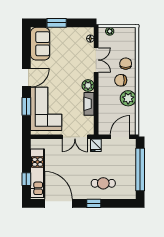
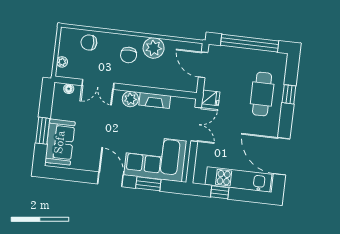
sofa: (40, 44) -> (60, 142), moved, turned 90
double door: (96, 60) -> (98, 84), swing flipped
chair: (126, 64) -> (89, 42), moved
window: (26, 179) -> (220, 192), moved
cafe table: (103, 183) -> (262, 94), width x1.37, depth x1.35
door: (59, 203) -> (282, 156), hinge flipped
window: (94, 203) -> (289, 94), moved

